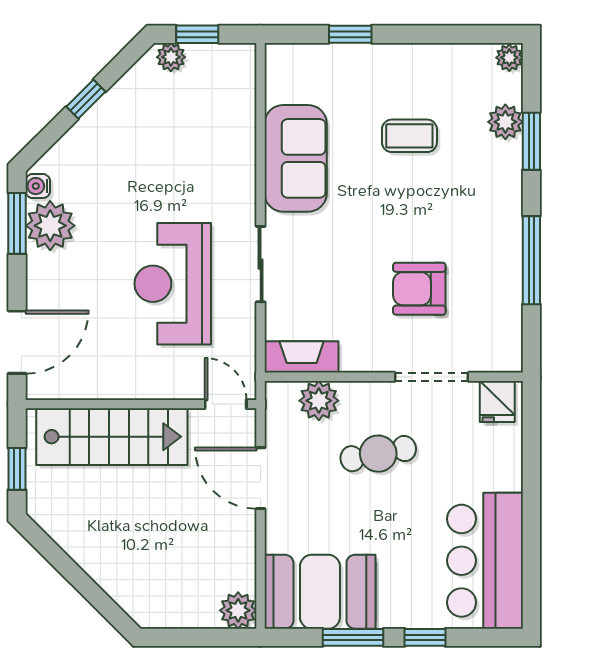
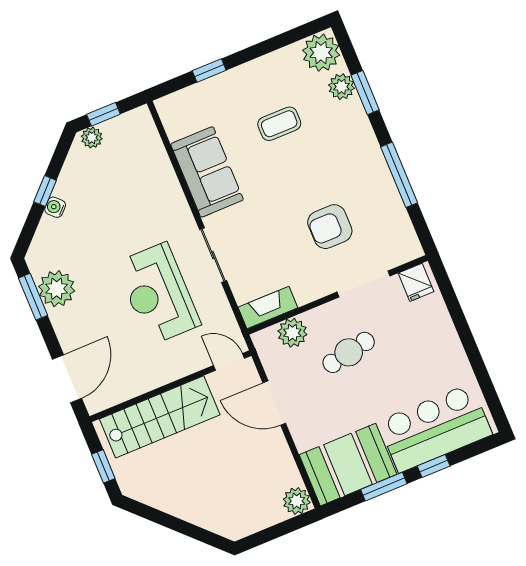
plant: (509, 58) -> (321, 53), width x1.88, depth x1.88
water cooler: (38, 186) -> (55, 207), moved, turned 45
bar counter: (485, 561) -> (435, 428), moved, turned 90

